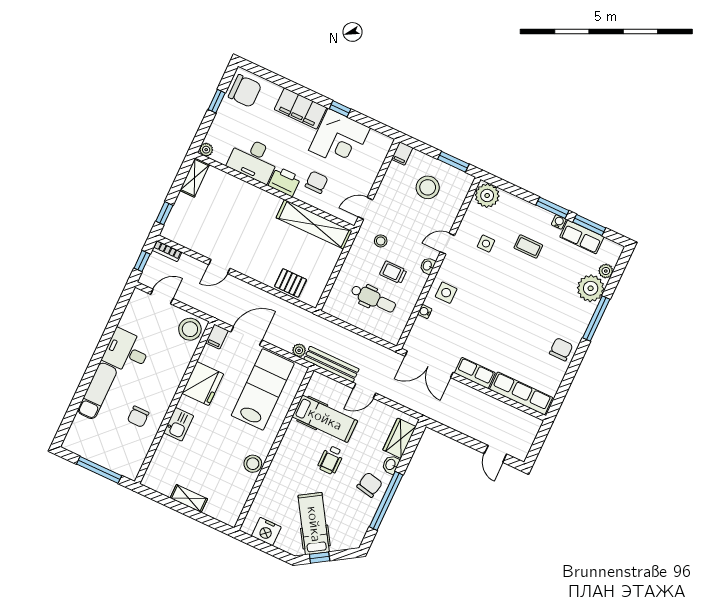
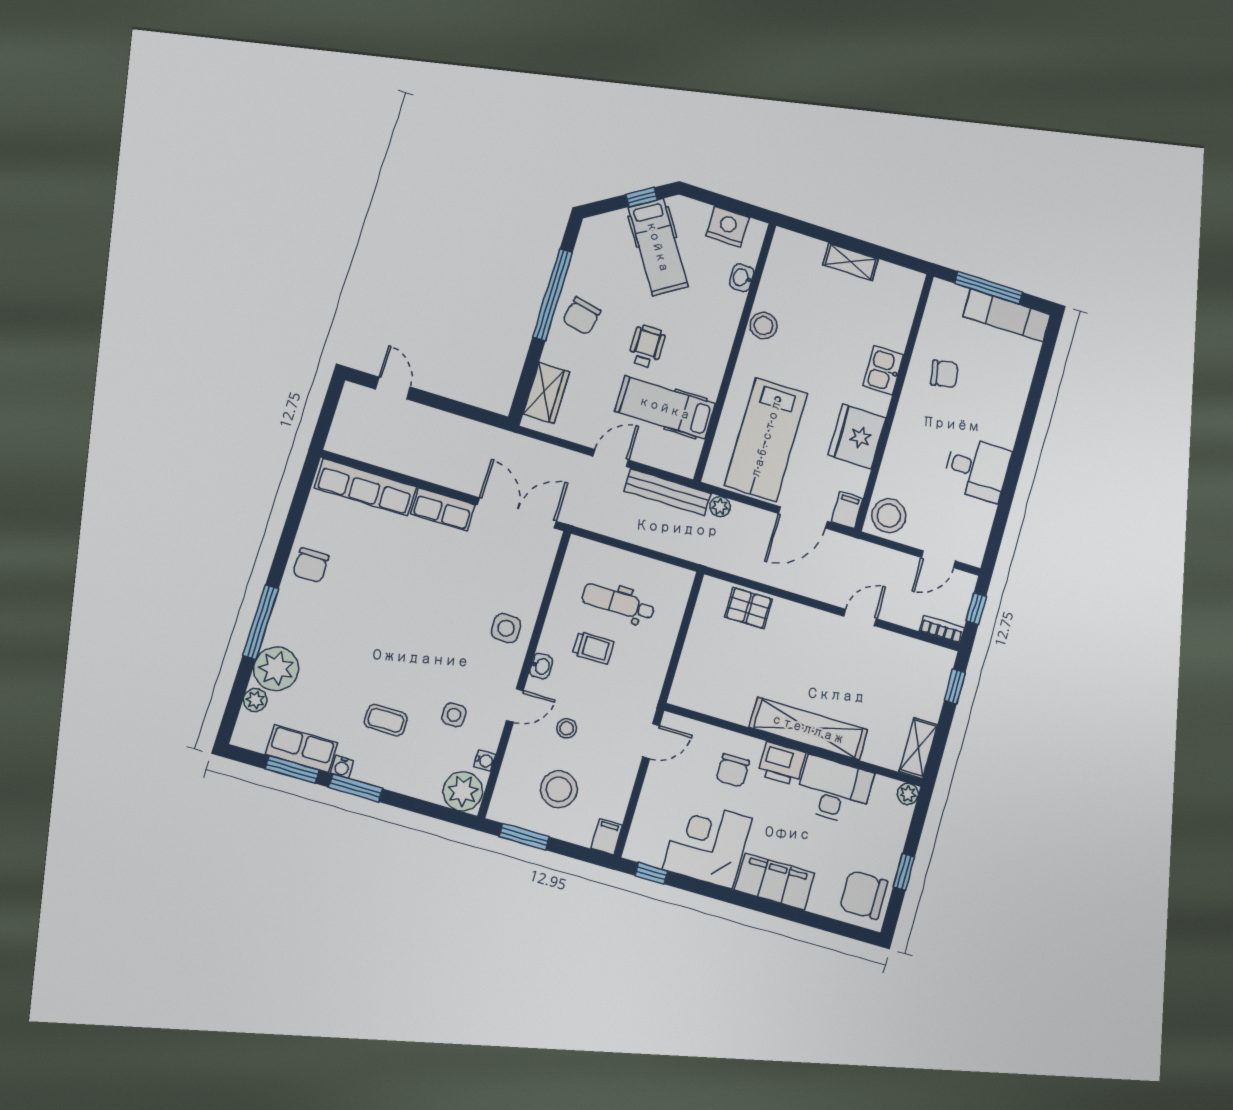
window: (340, 109) -> (651, 873), moved
shelving: (314, 224) -> (808, 729), moved
stool: (381, 241) -> (567, 728), moved
water cooler: (425, 312) -> (485, 761), moved
exam couch: (97, 391) -> (1007, 315), moved, turned -90
chair: (138, 417) -> (944, 374), turned 80
washbasin: (391, 465) -> (742, 278), moved, turned 180

